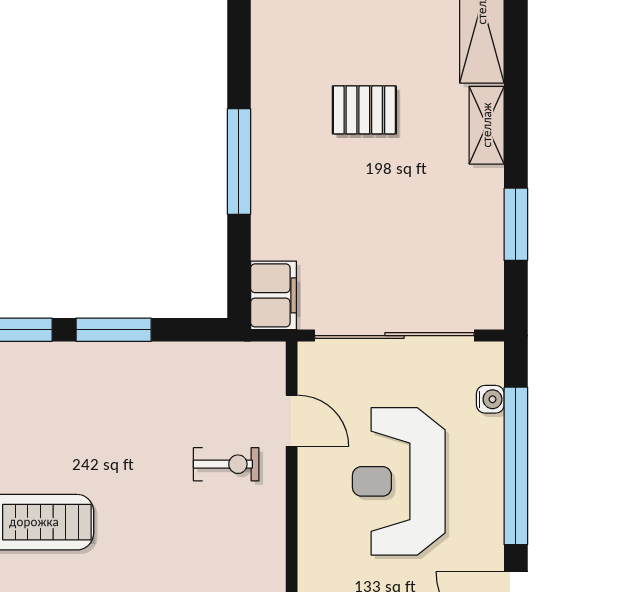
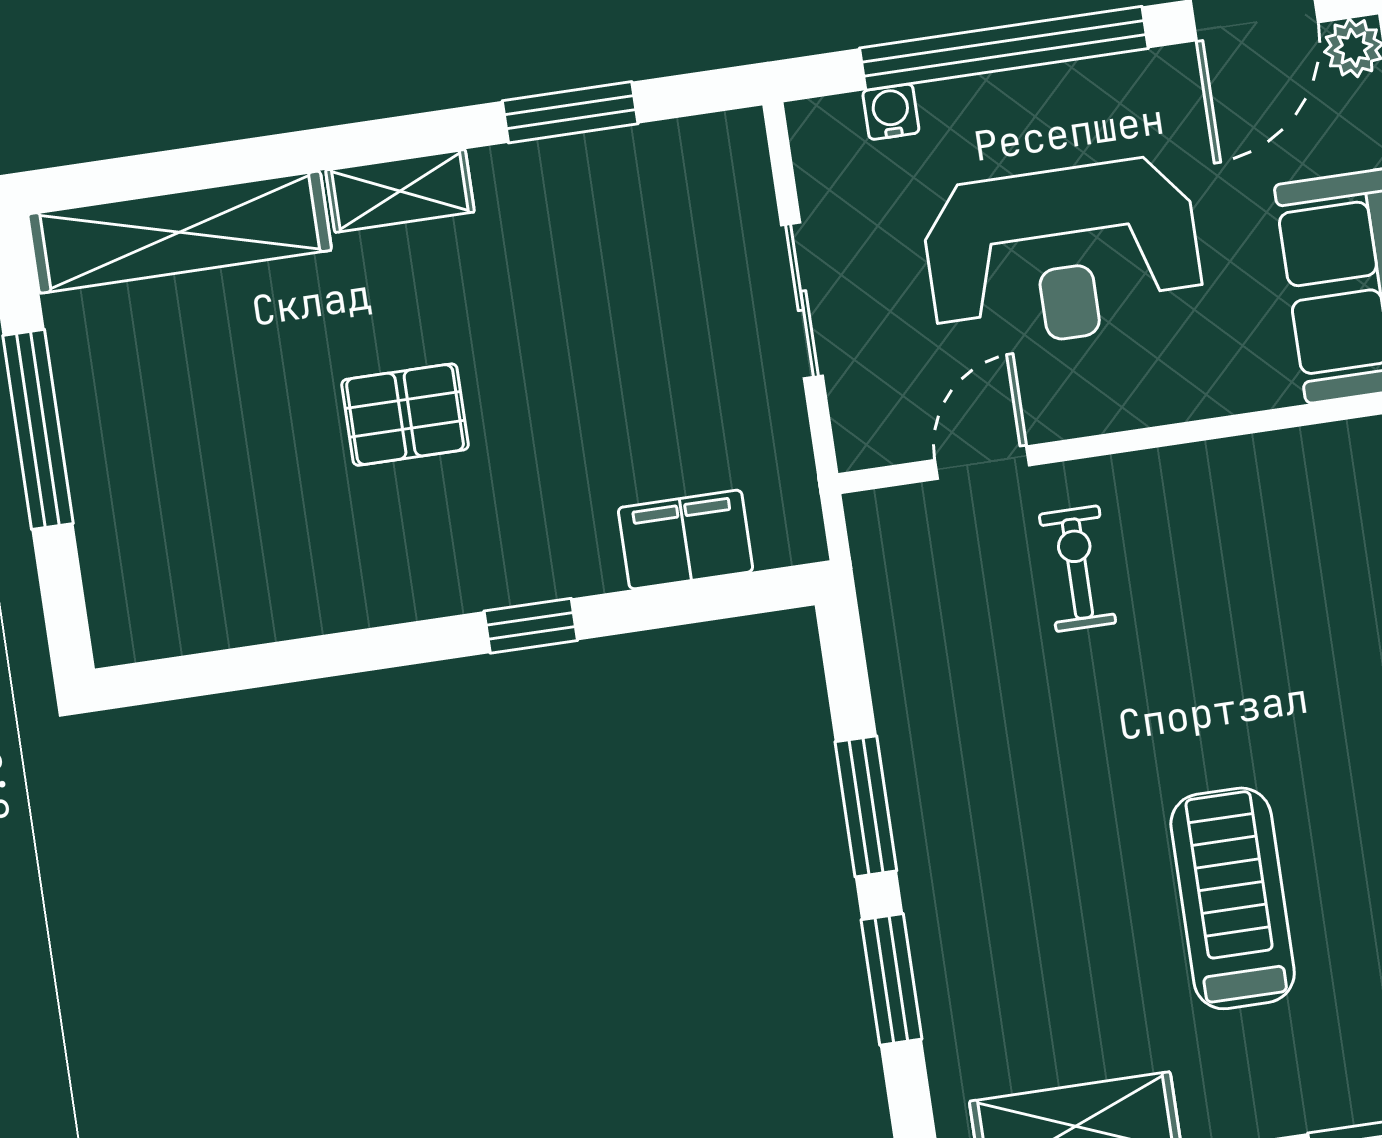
pallet: (364, 110) -> (405, 415), turned 90
window: (239, 161) -> (531, 626), width x0.46
filing cabinet: (274, 295) -> (686, 540), moved
sliding door: (394, 336) -> (802, 301), width x0.54

